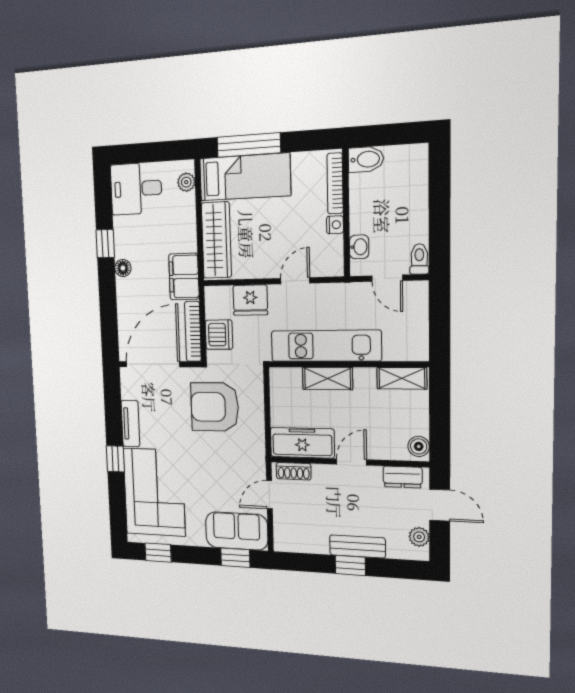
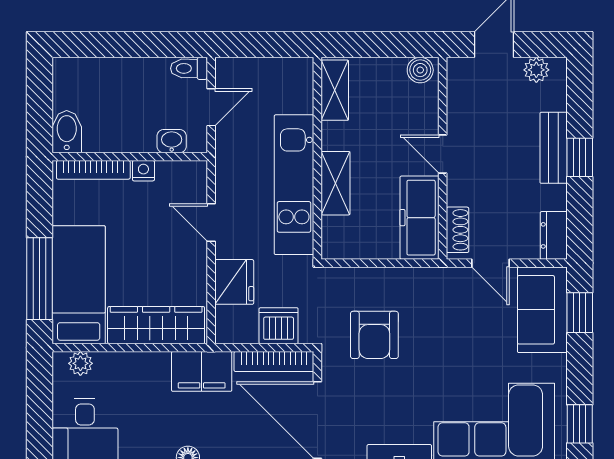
armchair: (215, 407) -> (374, 335), width x0.73, depth x0.73
dresser: (403, 477) -> (554, 235), moved, turned 180

